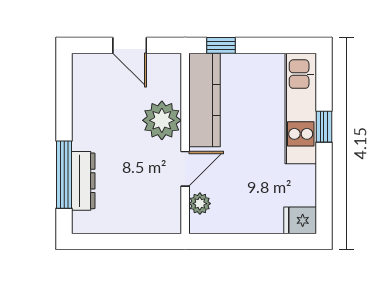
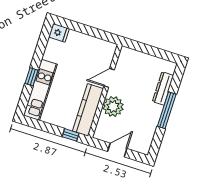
door: (130, 45) -> (117, 150), hinge flipped
window: (64, 175) -> (167, 110), moved
plant: (200, 204) -> (107, 58), removed

